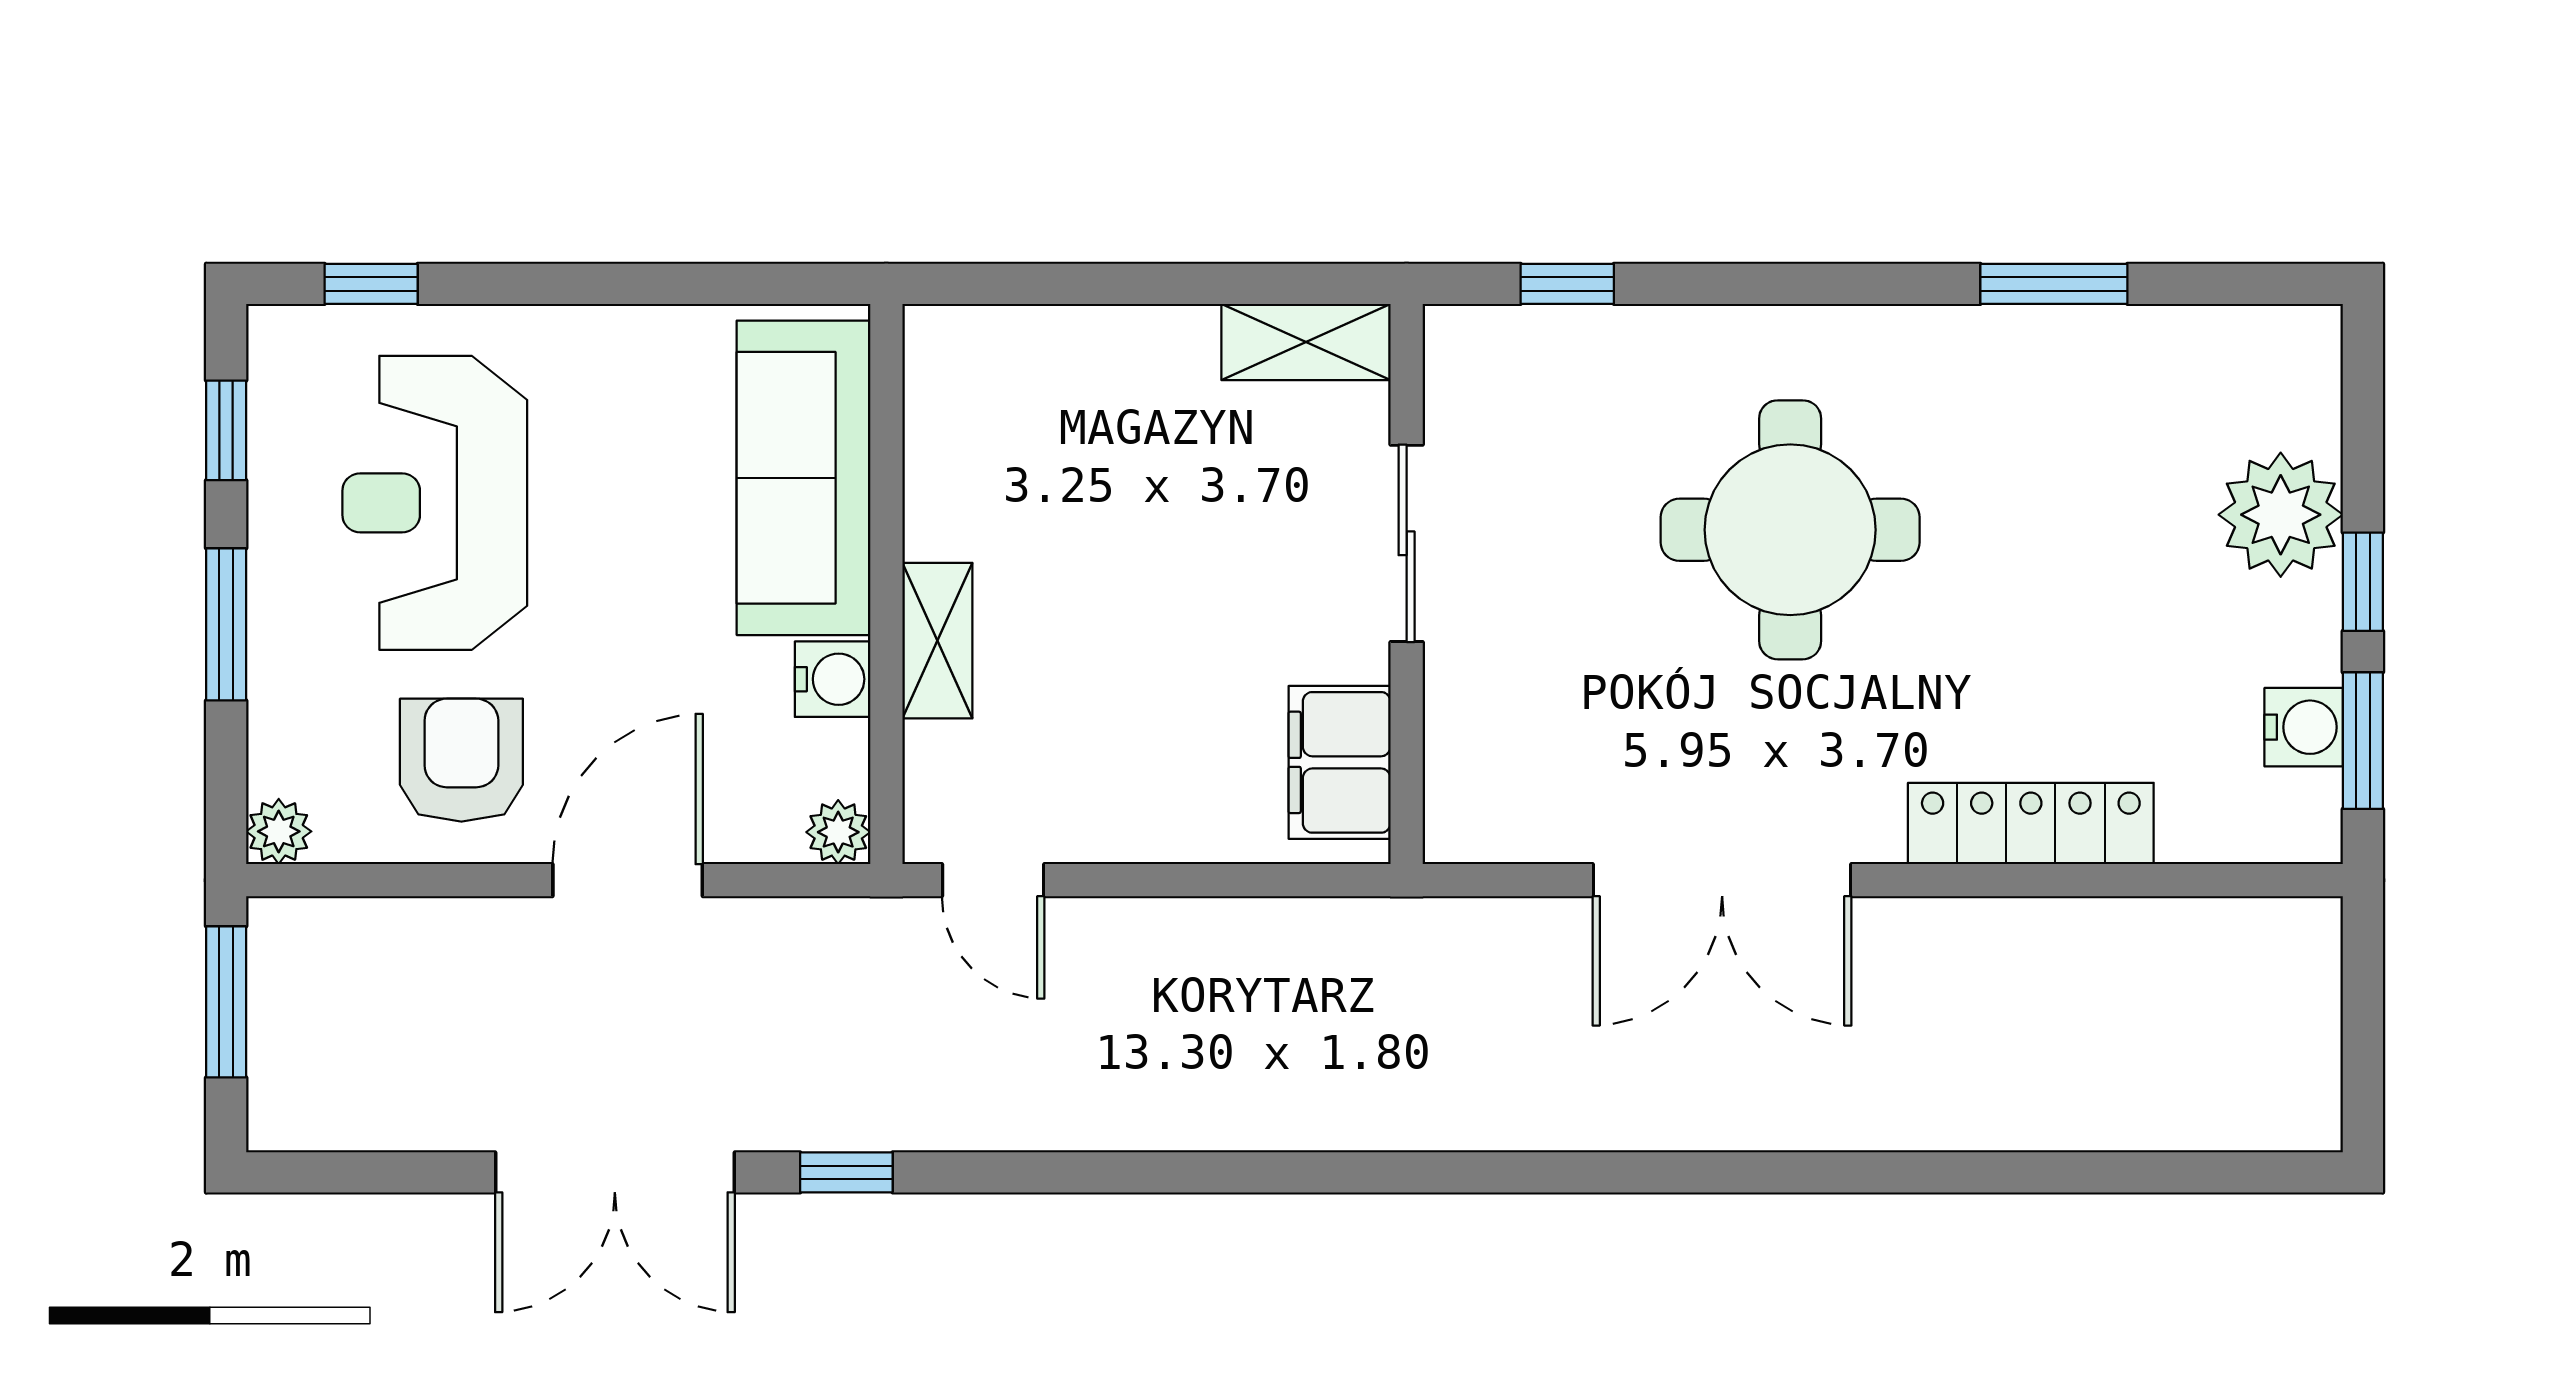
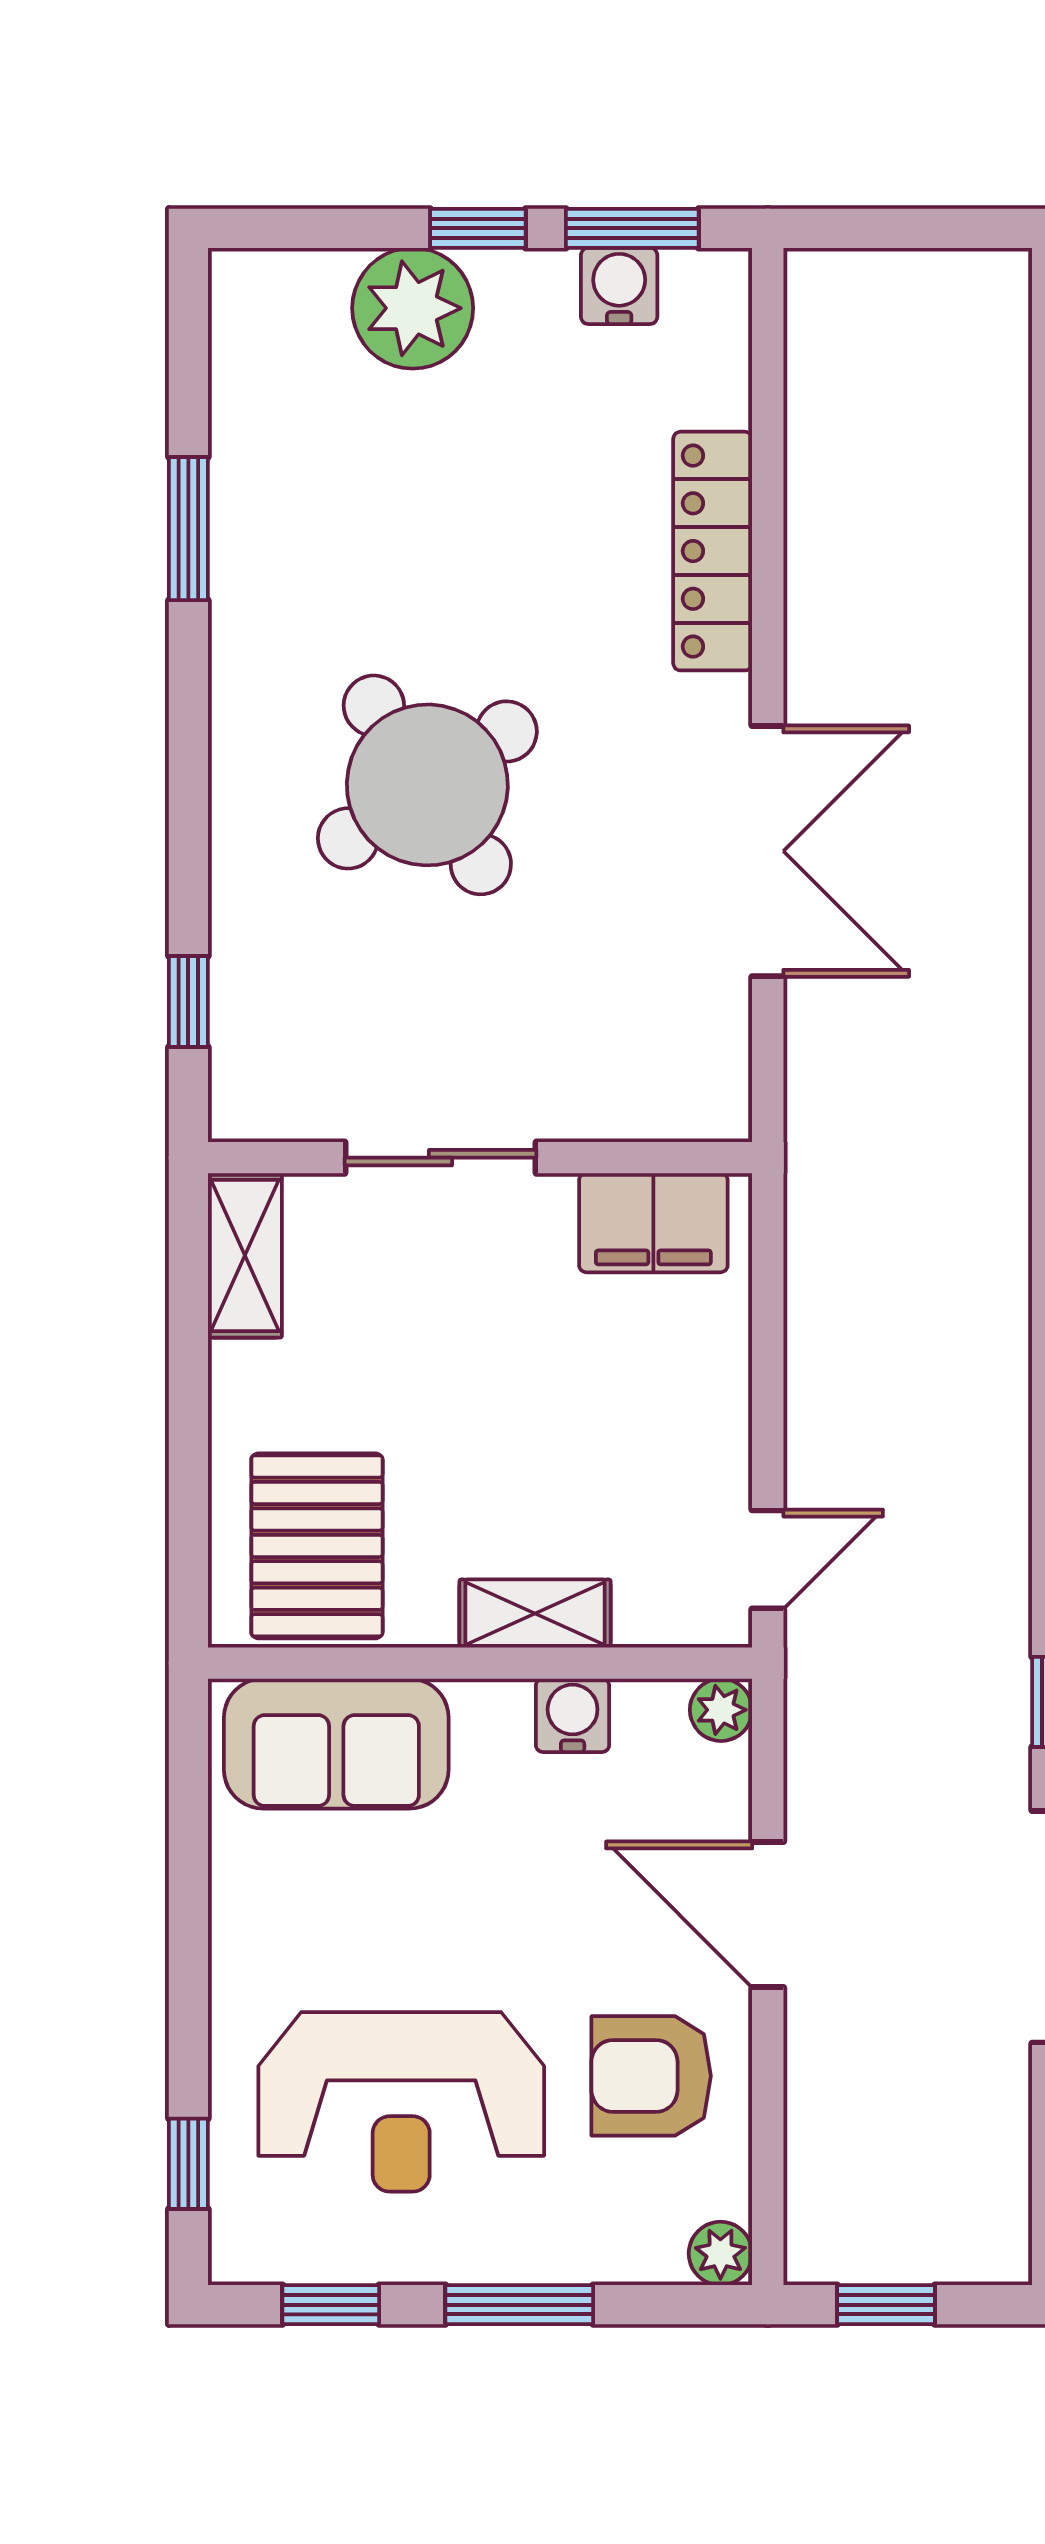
pallet: (1007, 416) -> (317, 1546), added
sofa: (803, 478) -> (336, 1744), width x0.73
round table: (1790, 530) -> (427, 785), turned -34
window: (226, 1002) -> (886, 2305), width x0.67

